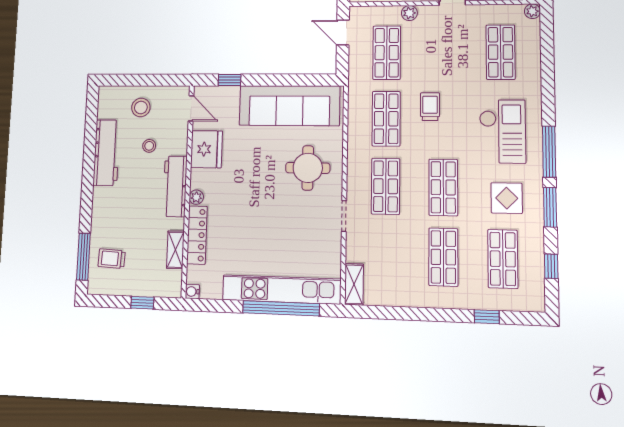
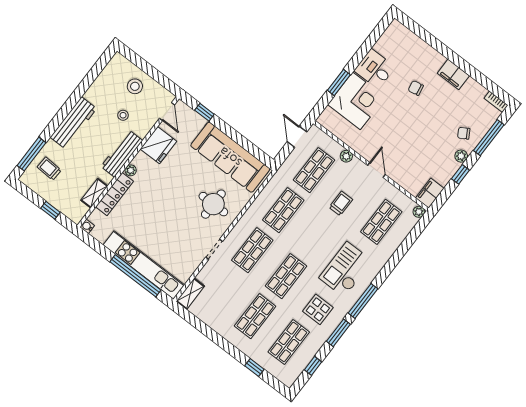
trolley: (430, 107) -> (341, 203), moved
checkout: (503, 131) -> (346, 269), turned 180
workbench: (106, 153) -> (73, 123), moved

